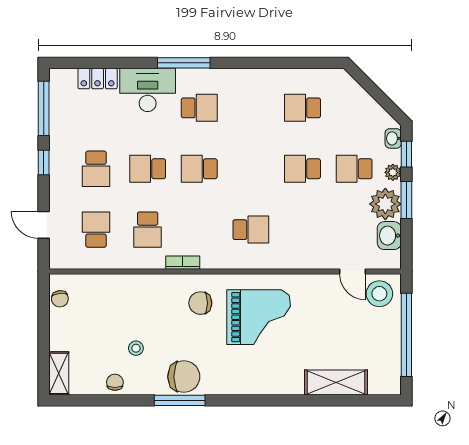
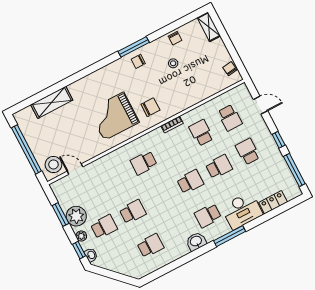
window: (406, 200) -> (60, 215), moved
washbasin: (389, 236) -> (196, 241), moved, turned -90
chair: (184, 377) -> (138, 61), width x0.54, depth x0.54

